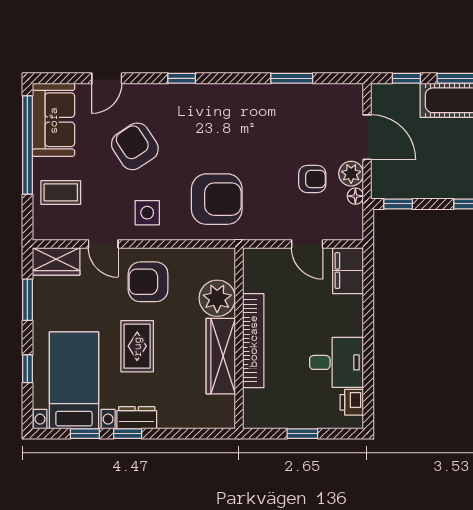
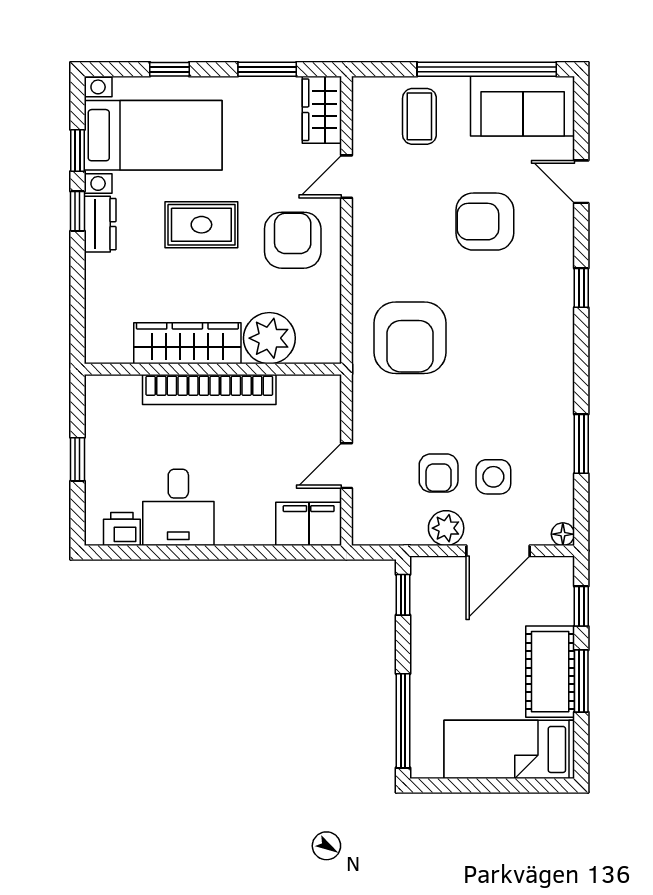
armchair: (135, 146) -> (485, 222), turned -147
floor lamp: (355, 196) -> (563, 534), moved
side table: (147, 213) -> (493, 477), moved

